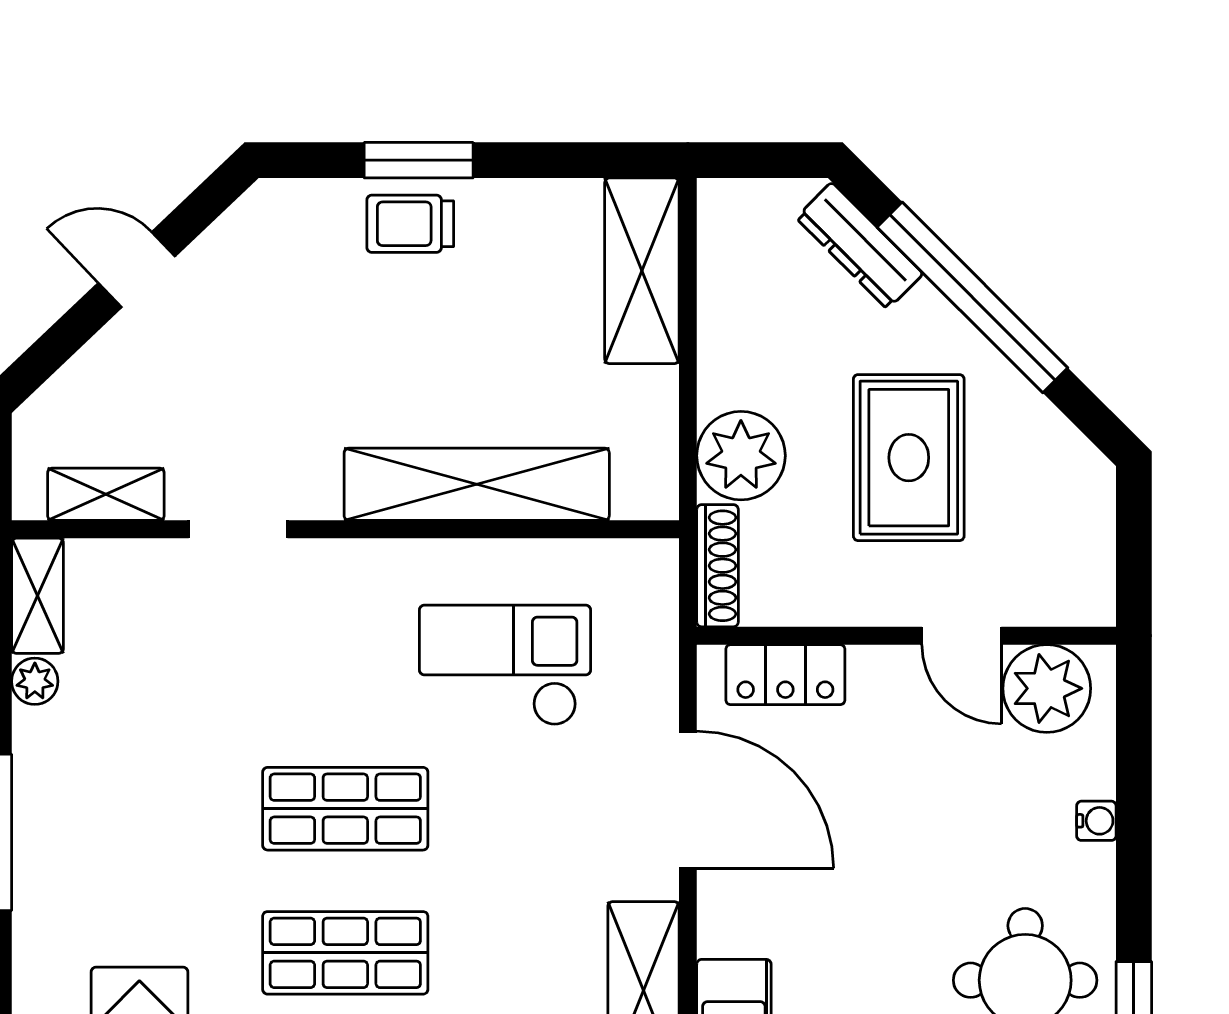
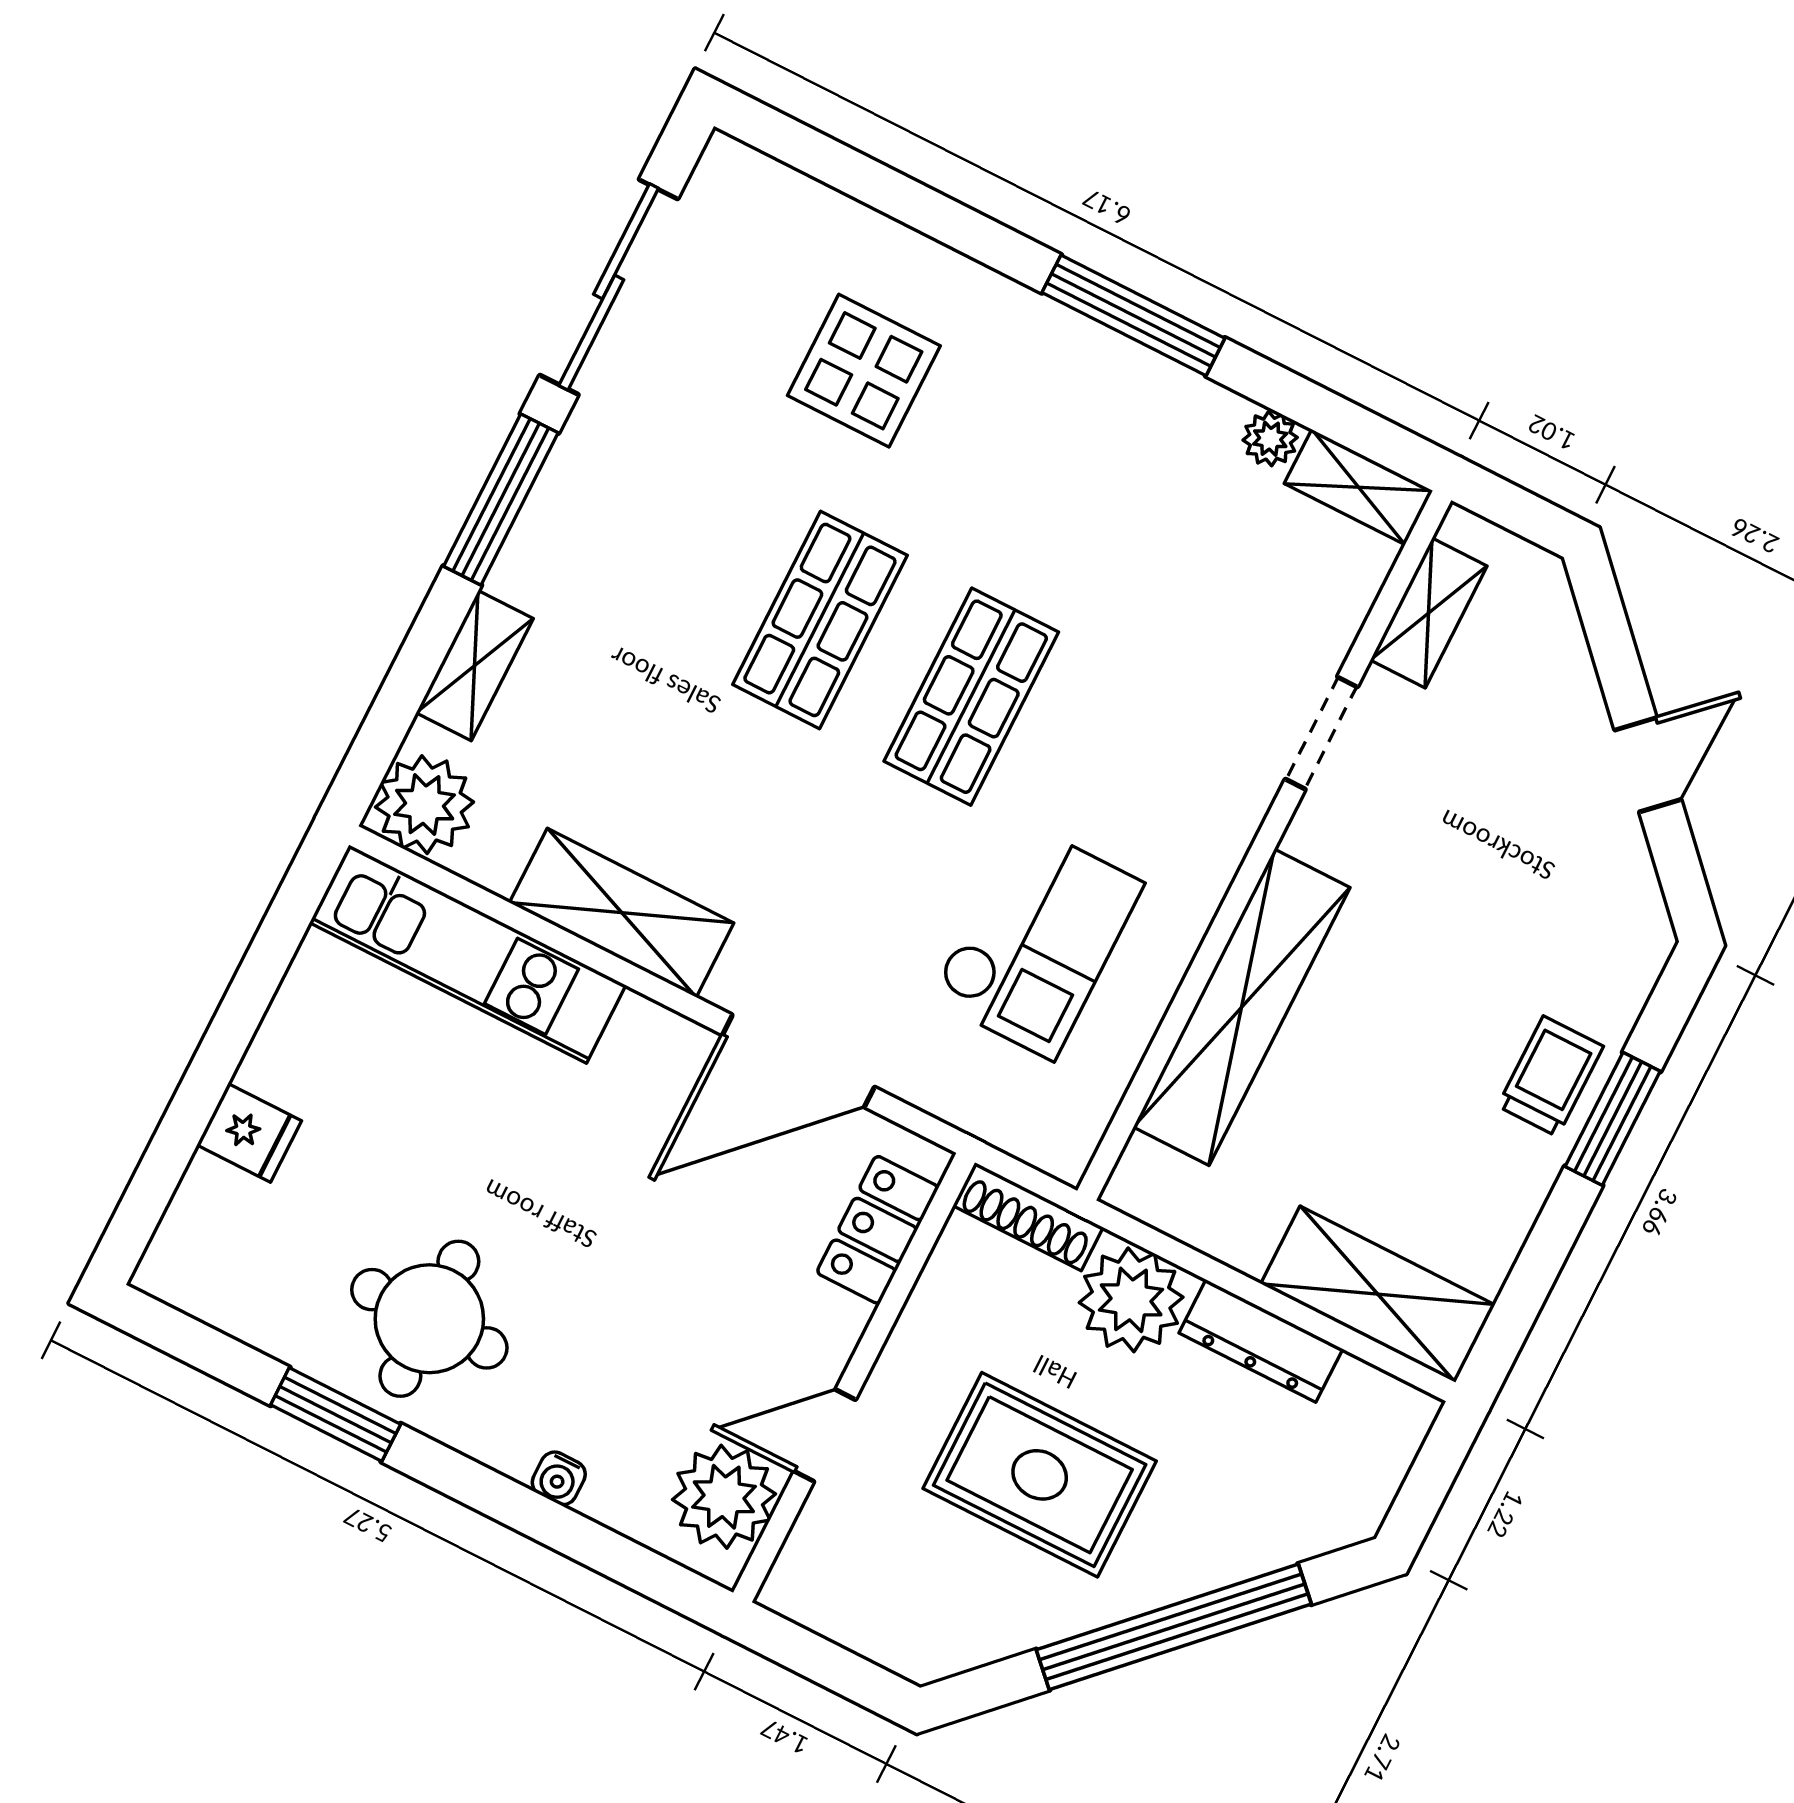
dresser: (860, 246) -> (1261, 1341), moved, turned -135

